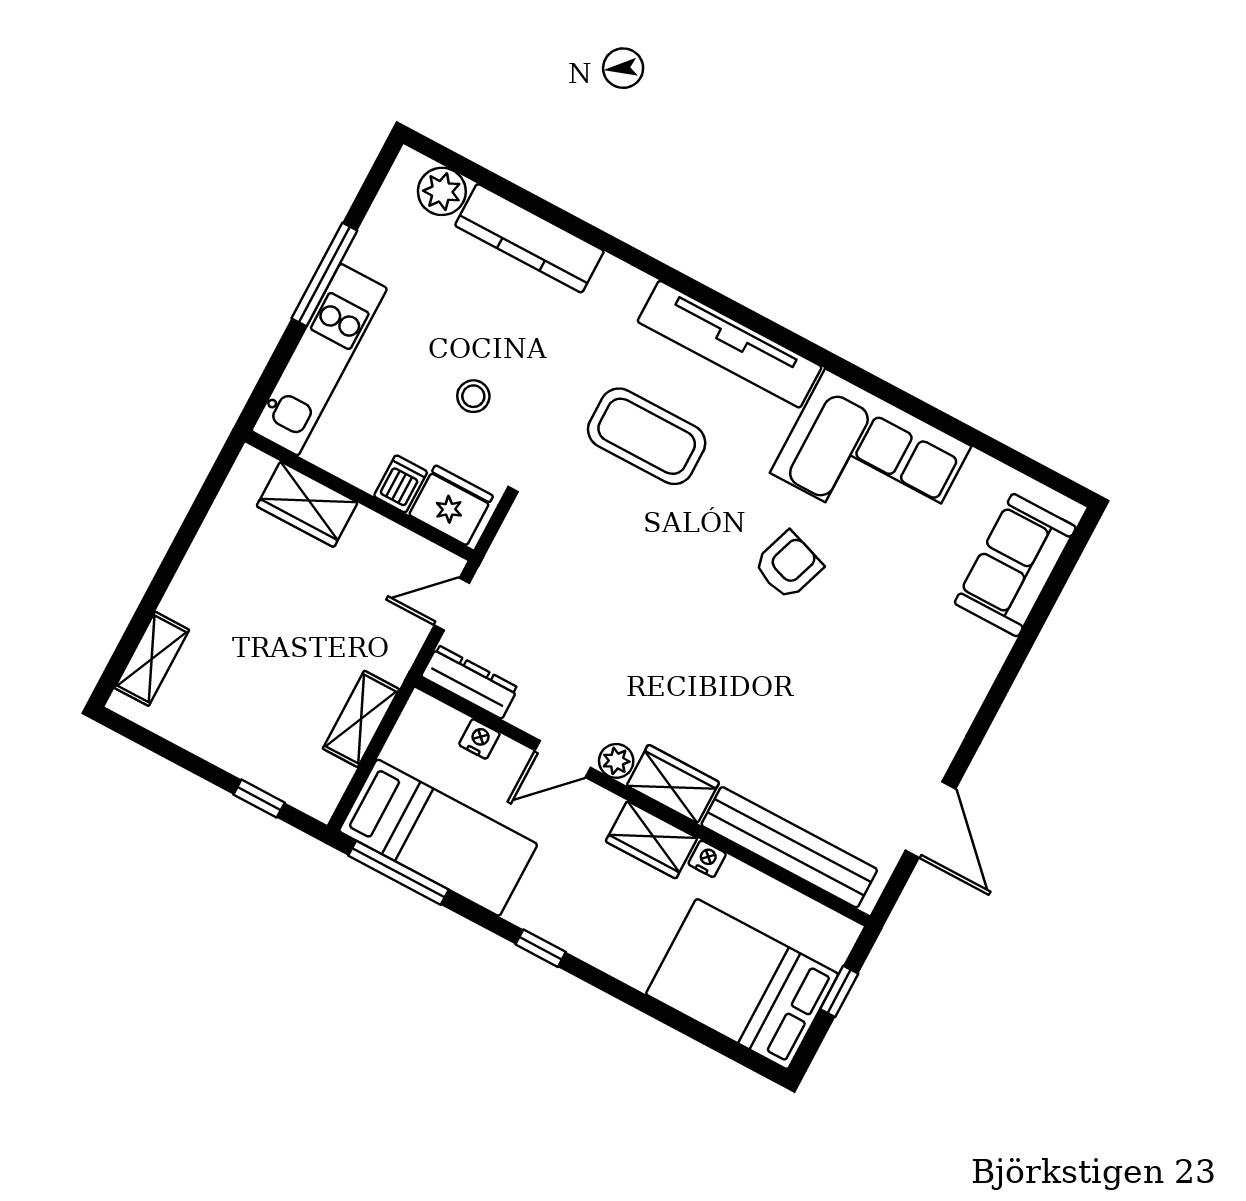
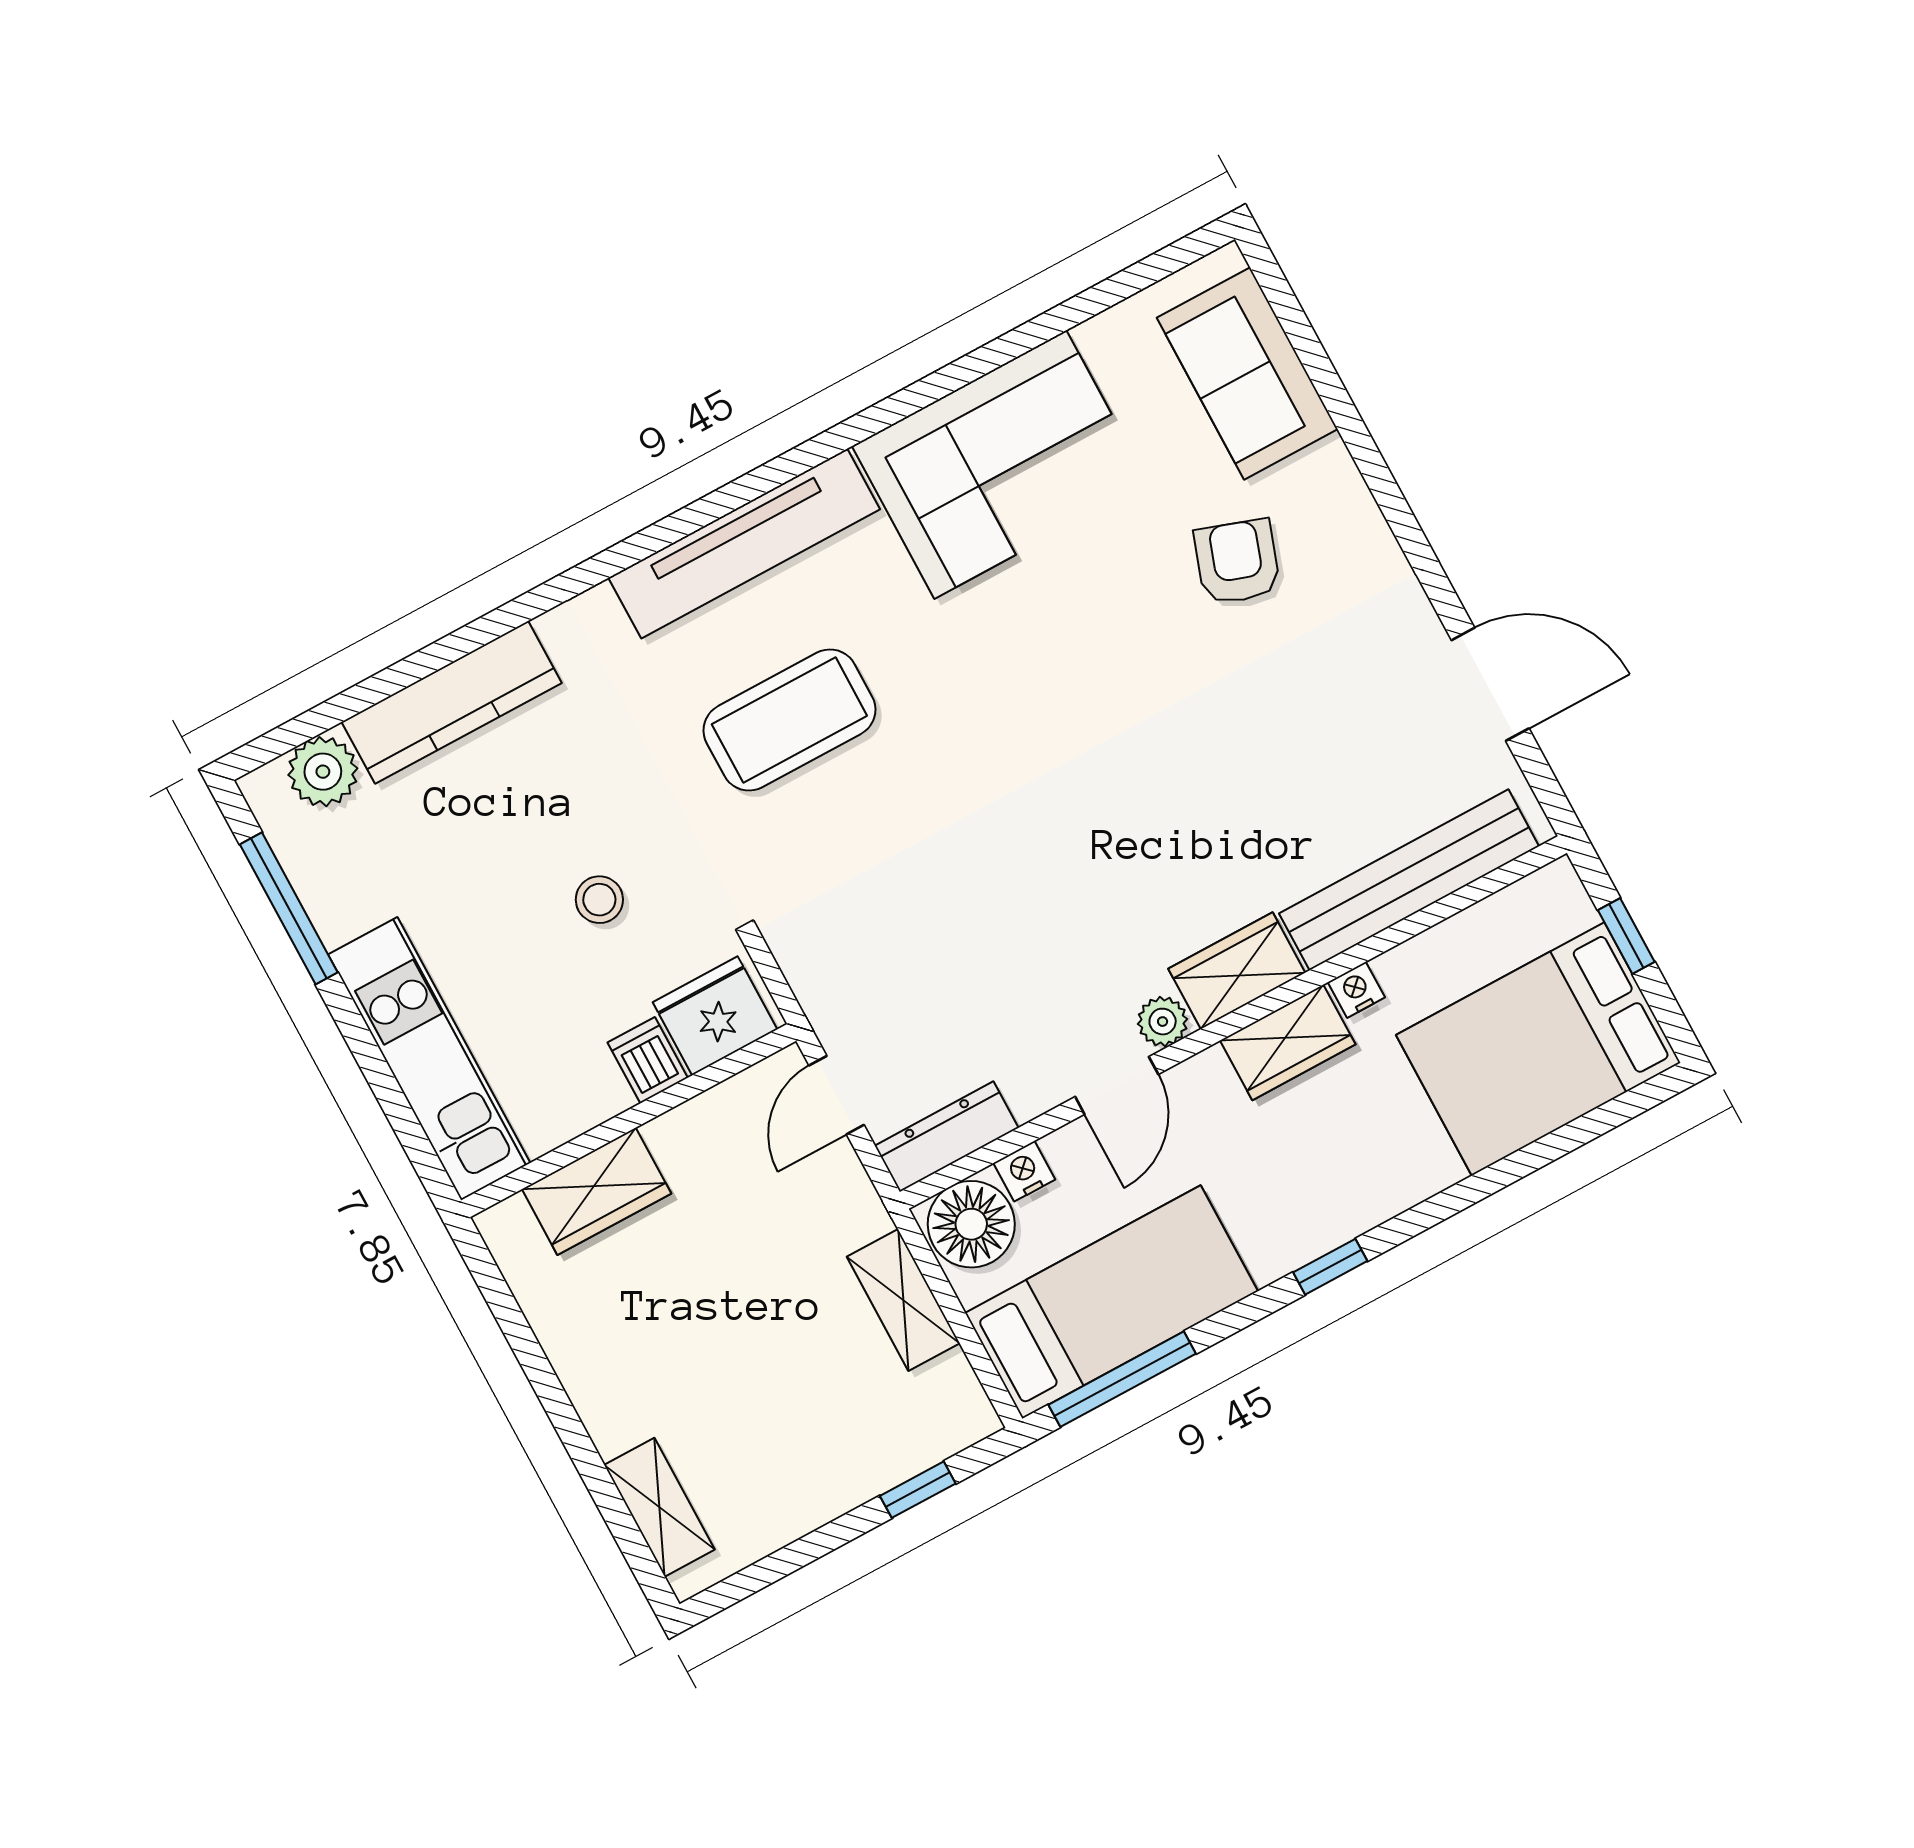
window: (324, 274) -> (289, 908), moved
armchair: (788, 565) -> (1237, 562), moved
floor lamp: (429, 729) -> (971, 1224), added

